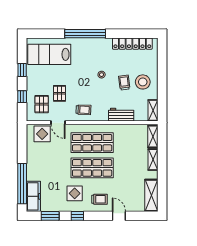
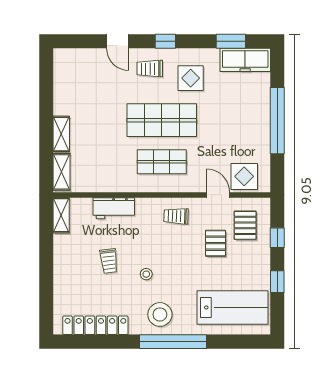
stool: (143, 82) -> (160, 314), moved
shop shelf: (92, 143) -> (162, 162), width x0.70, depth x0.74
window: (22, 184) -> (277, 121), moved
shelving: (151, 195) -> (64, 75), removed
freezer: (33, 196) -> (245, 60), moved, turned -90
window: (77, 216) -> (165, 41), moved

